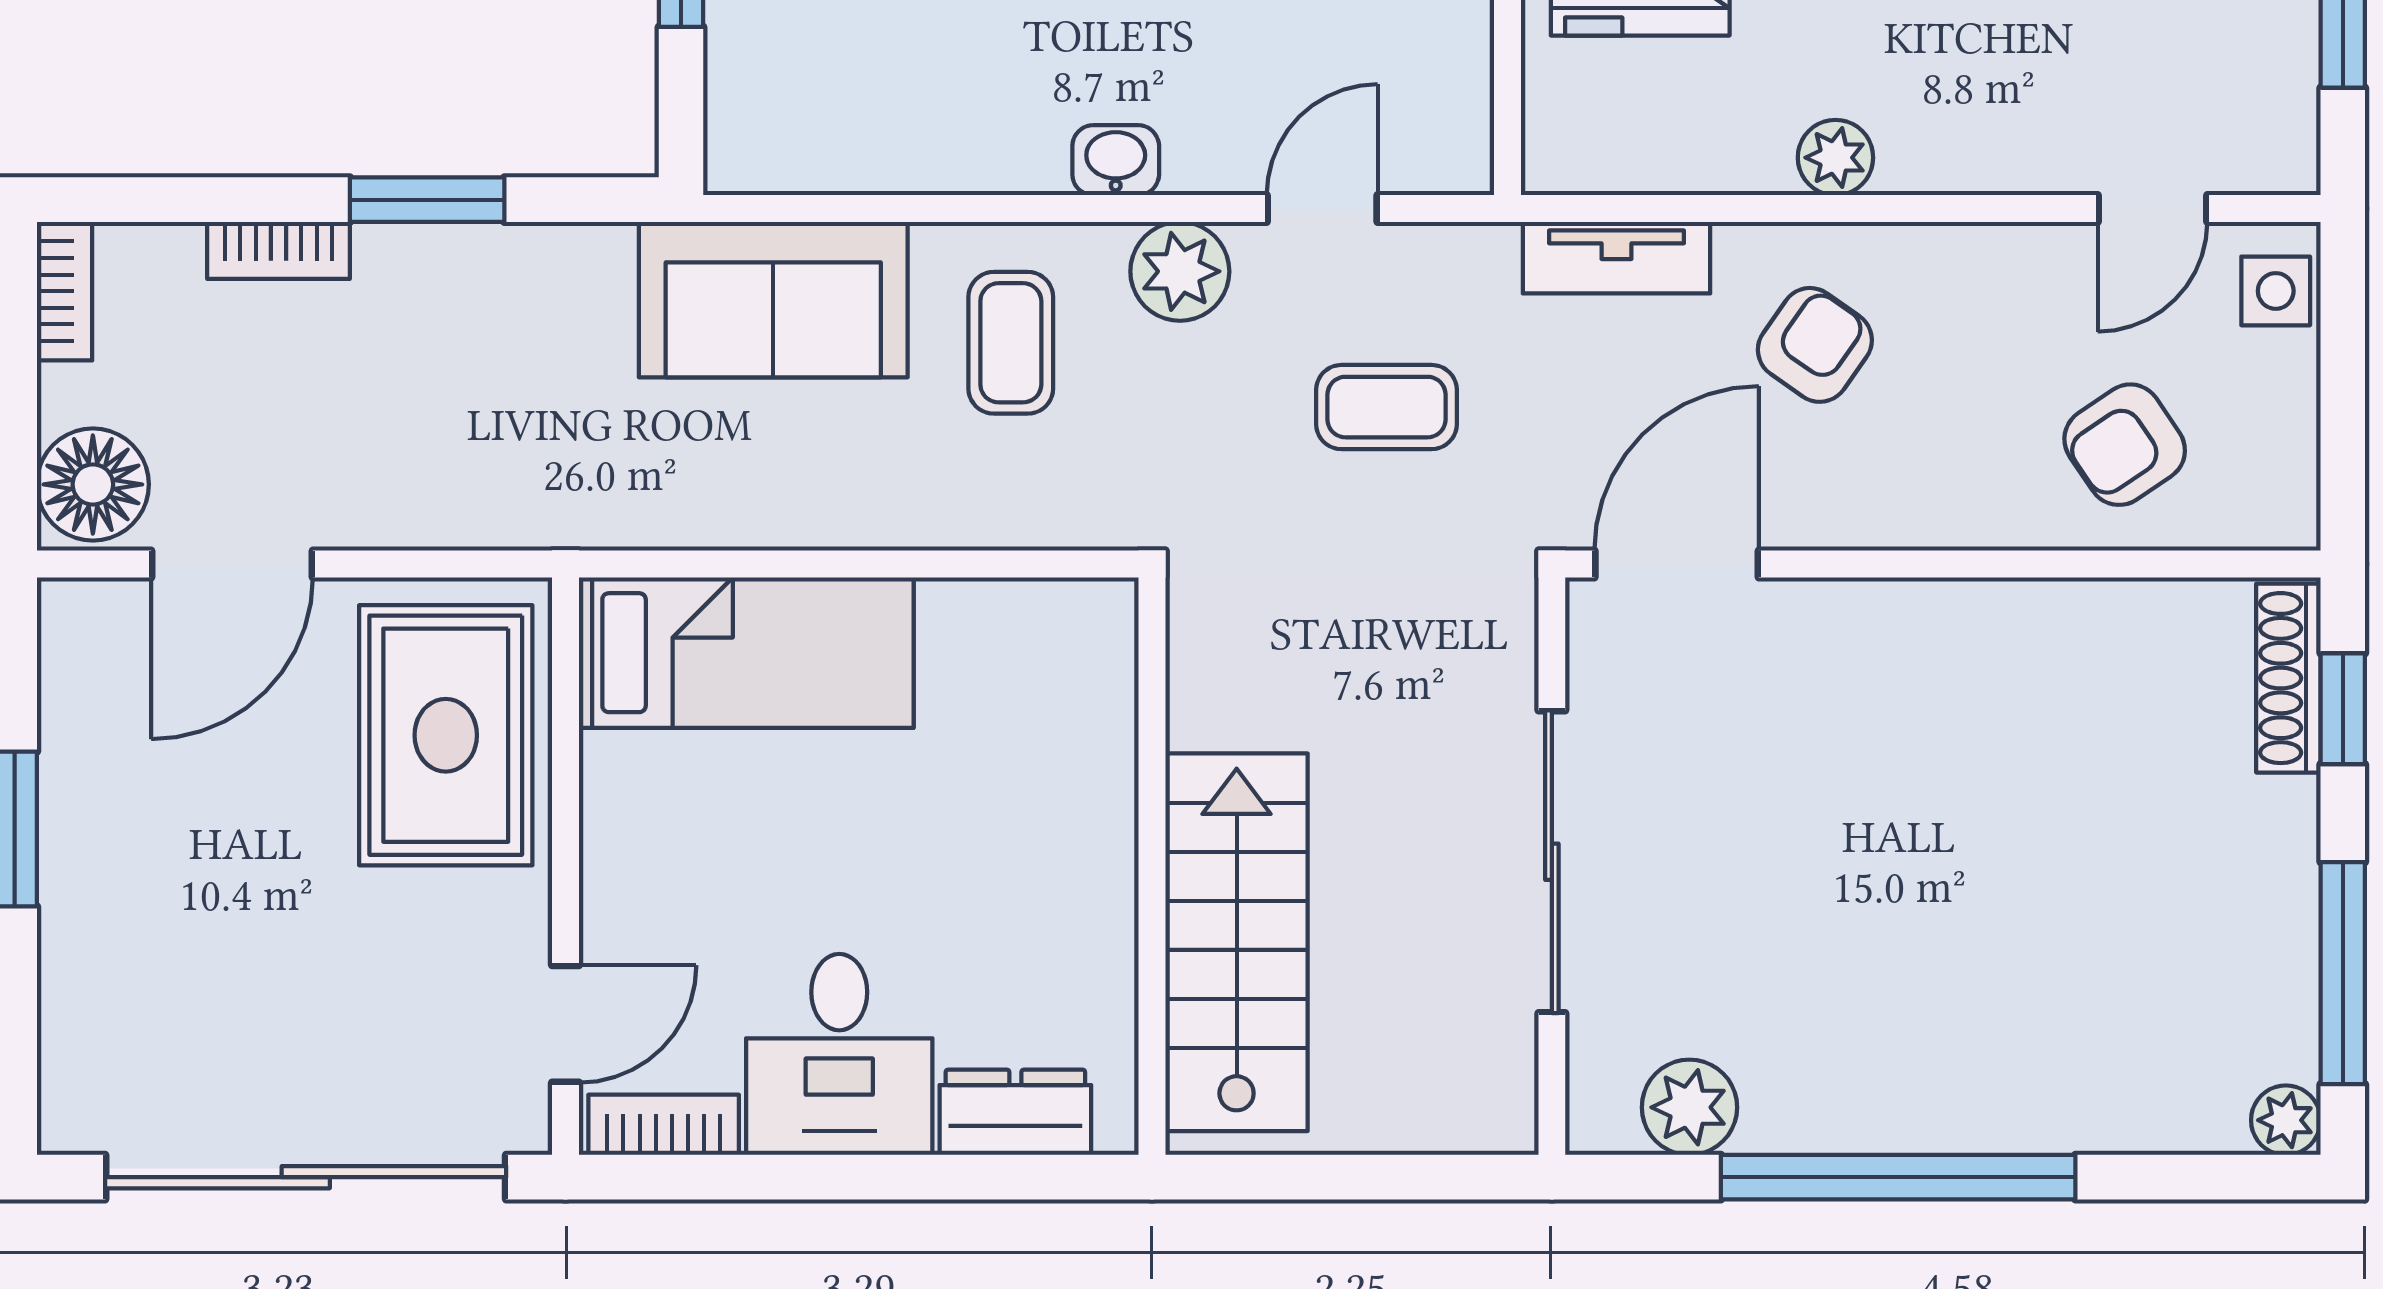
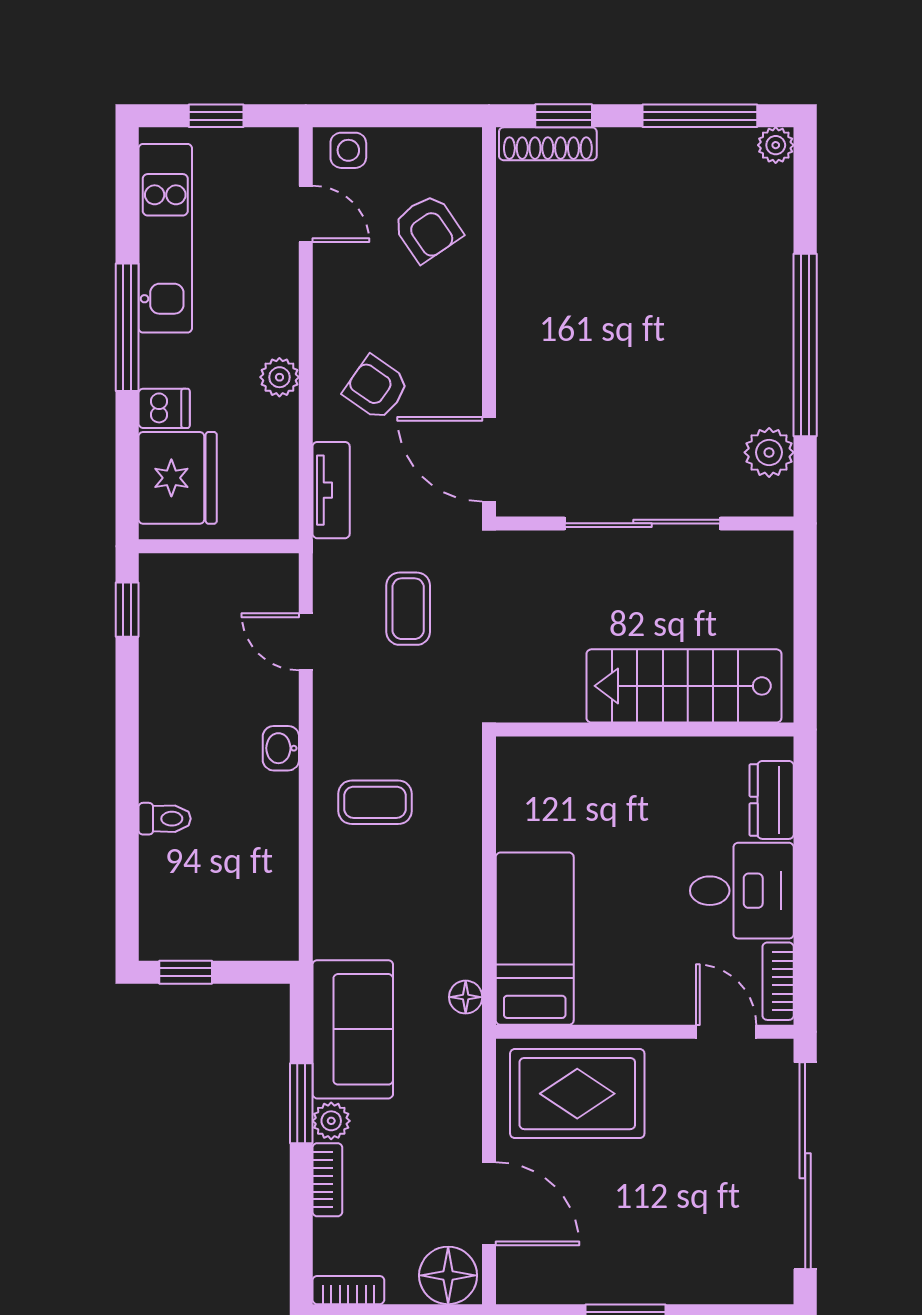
plant: (1180, 271) -> (331, 1121), moved, width x0.73, depth x0.73
sofa: (773, 300) -> (353, 1029), moved
floor lamp: (633, 519) -> (466, 997), added

